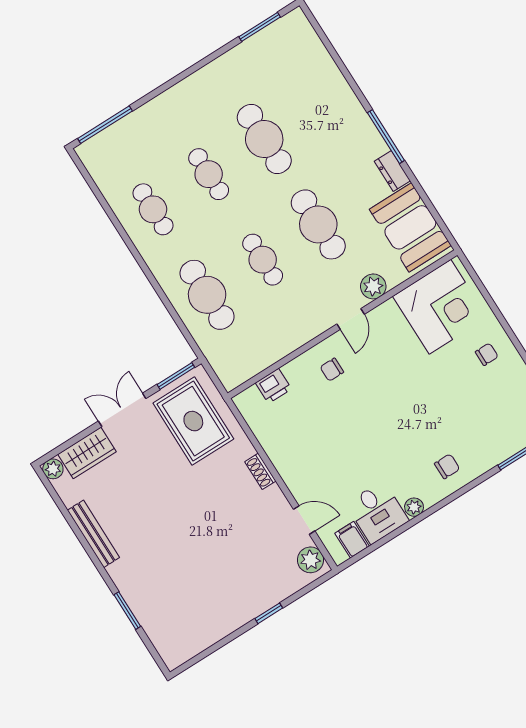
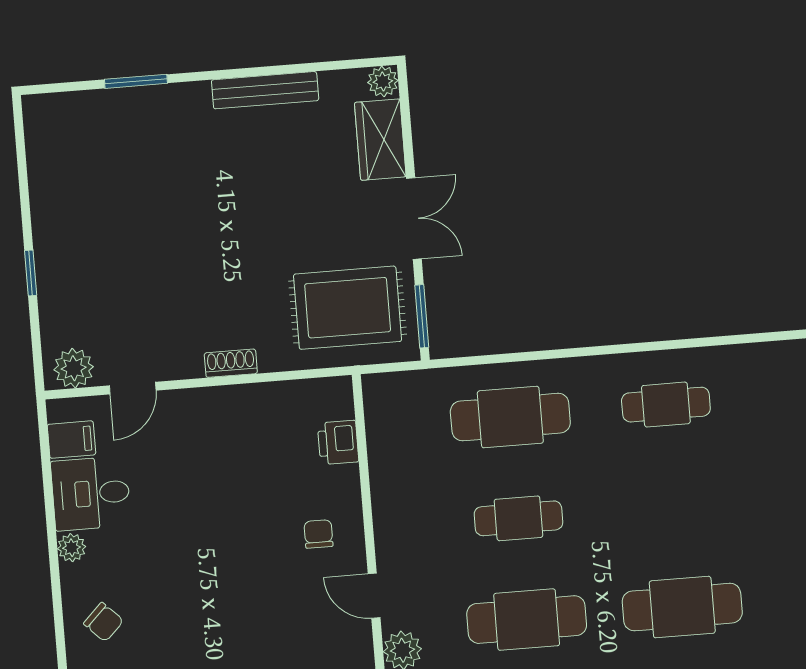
cafe table: (209, 174) -> (674, 506), removed
chair: (447, 466) -> (104, 622), turned -45

